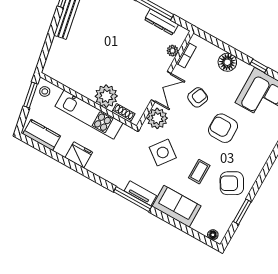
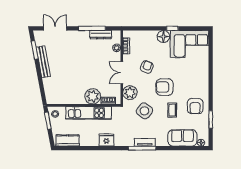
floor lamp: (227, 62) -> (163, 37), moved
double door: (161, 87) -> (122, 73), swing flipped
armchair: (223, 128) -> (164, 87), moved
fridge: (79, 155) -> (106, 140), moved
armchair: (232, 183) -> (195, 106), turned -59
sofa: (176, 206) -> (182, 138), moved

